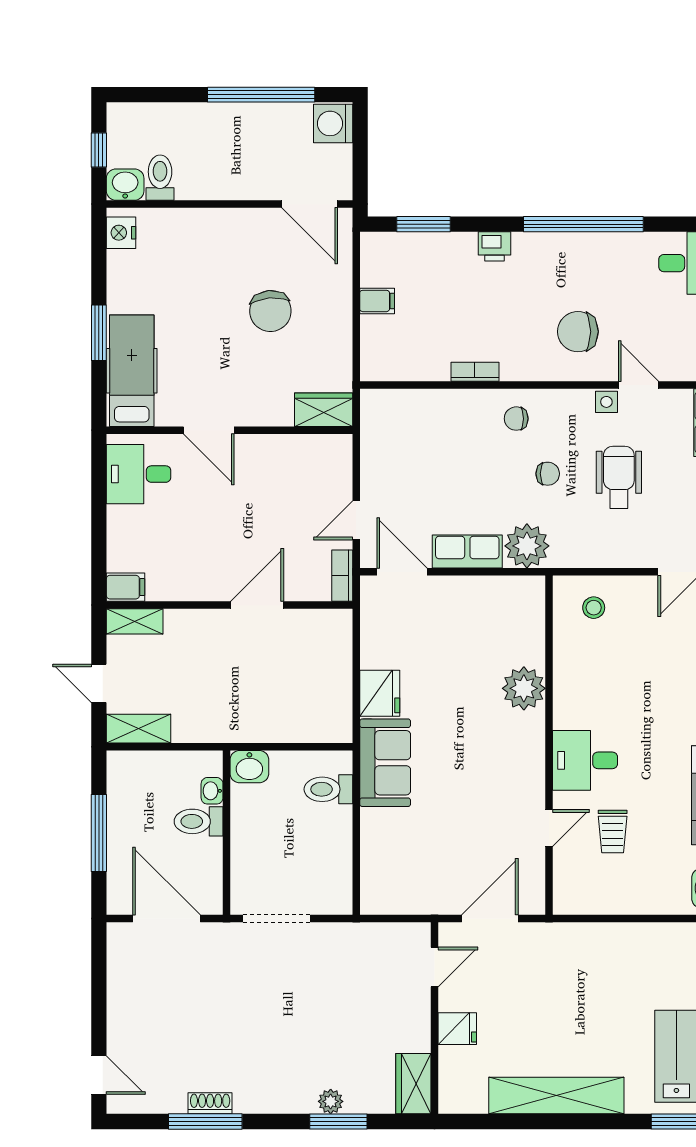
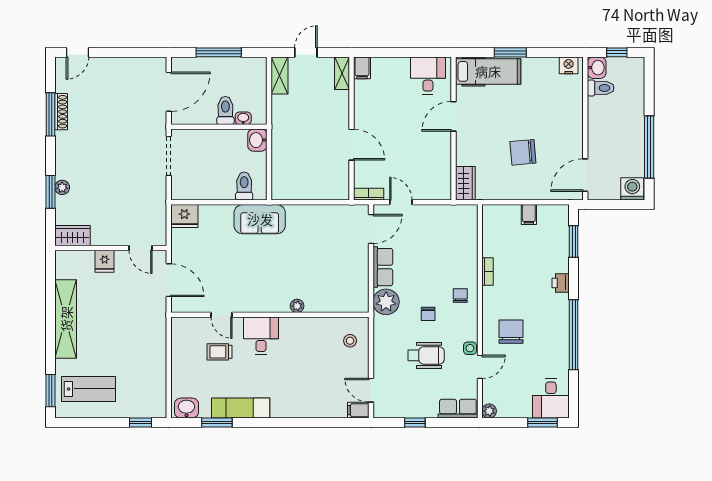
plant: (524, 688) -> (297, 306), width x0.53, depth x0.53
fridge: (380, 693) -> (184, 216), moved
shoe rack: (210, 1103) -> (61, 112), width x1.43

